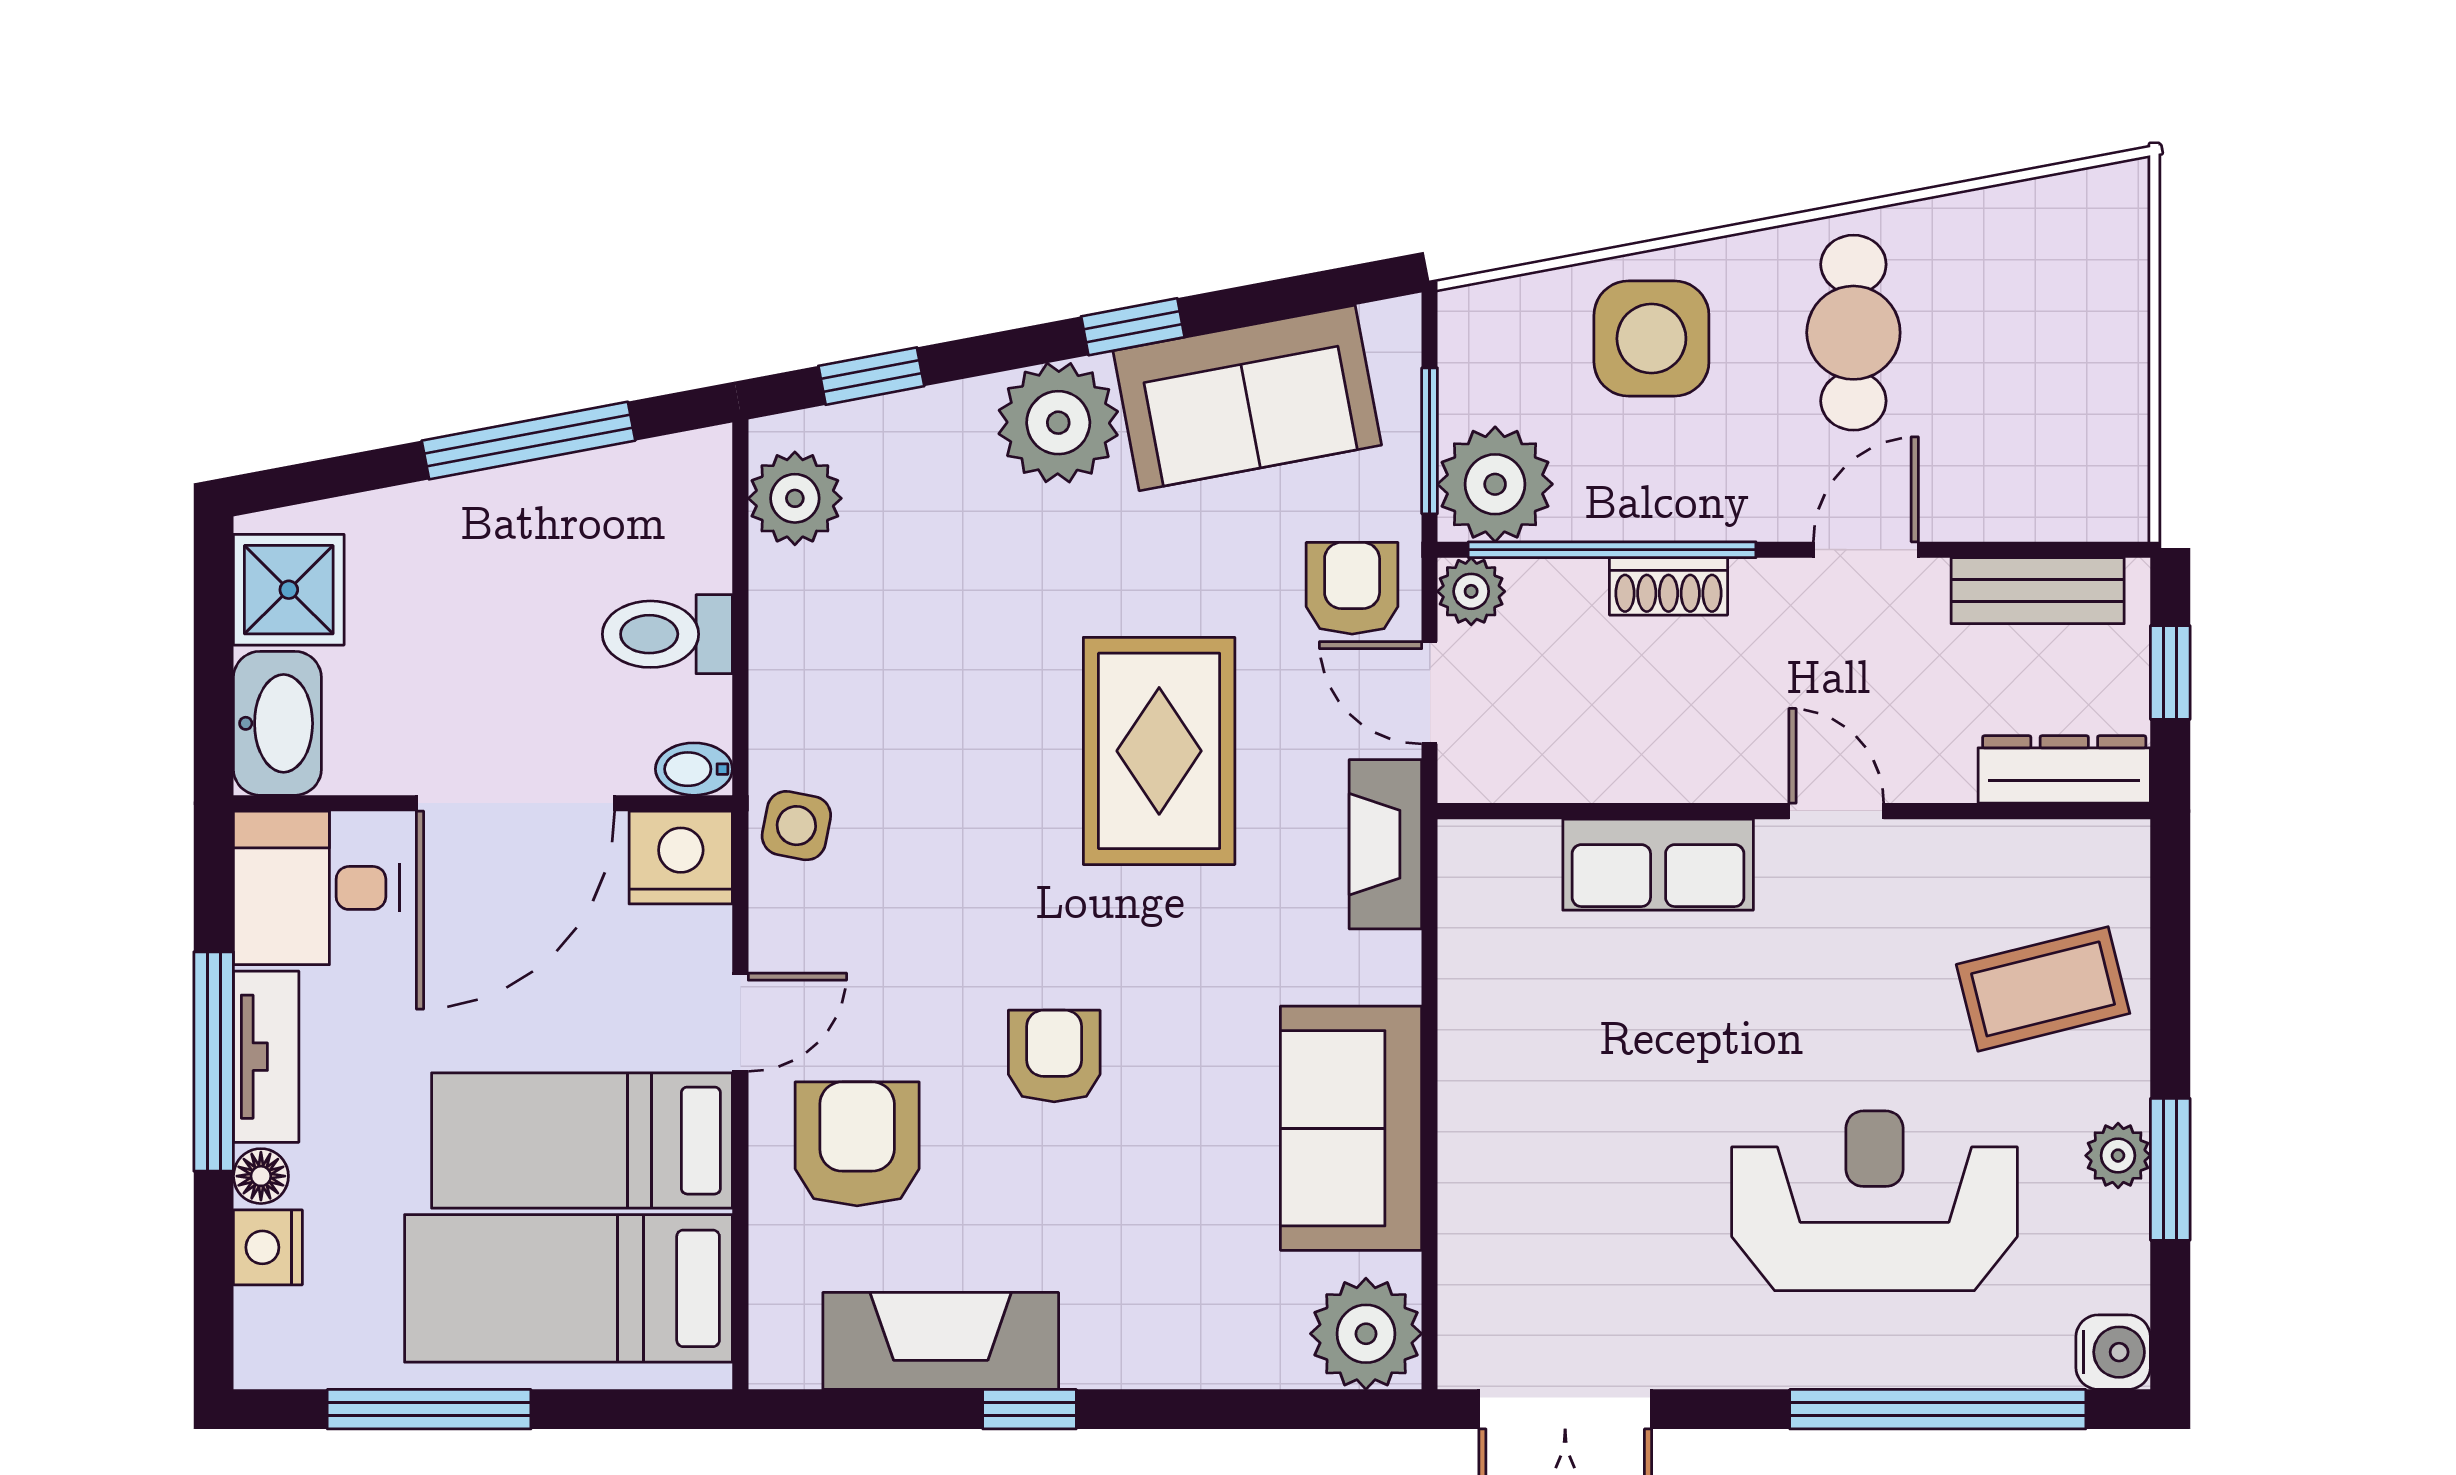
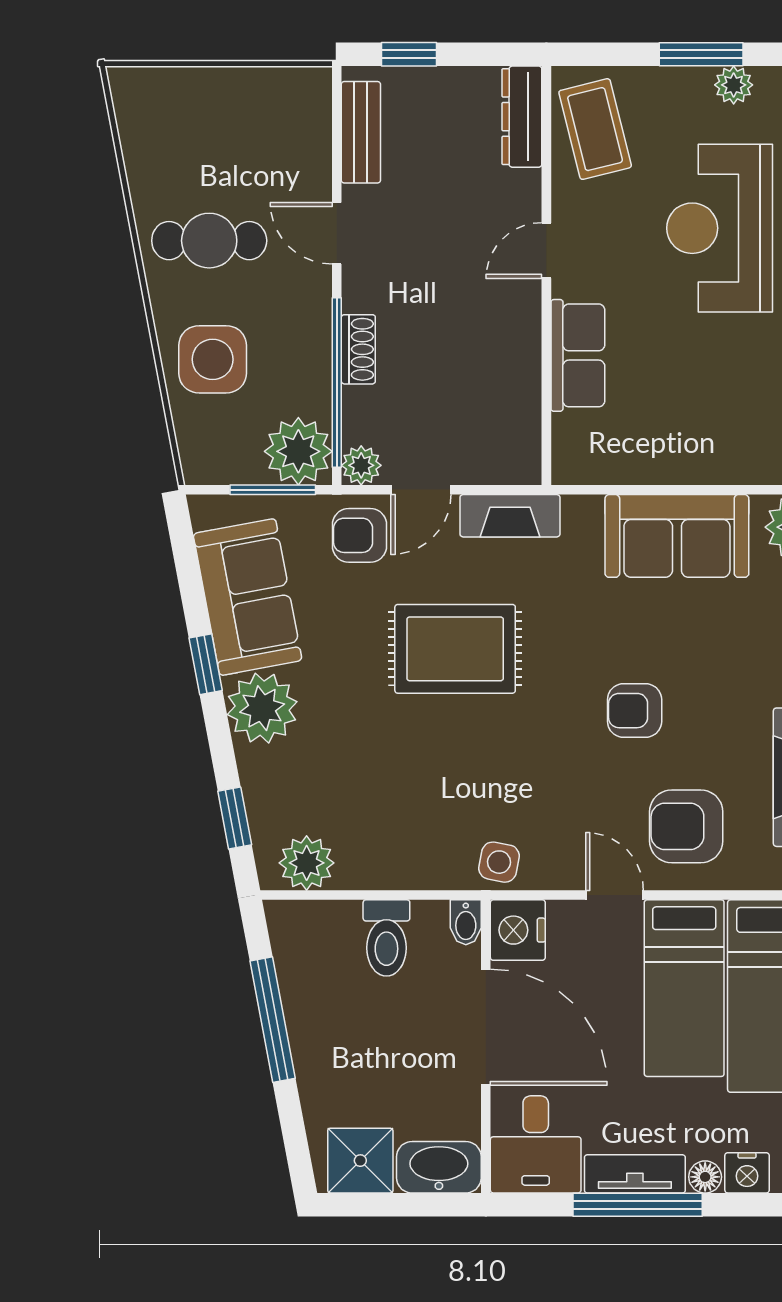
dresser: (2064, 769) -> (522, 117), moved
wall: (1794, 811) -> (546, 276), moved
door: (1836, 811) -> (546, 251), moved
row of seats: (1658, 865) -> (578, 355), moved
plant: (2118, 1156) -> (734, 85), moved

